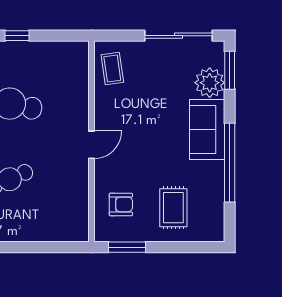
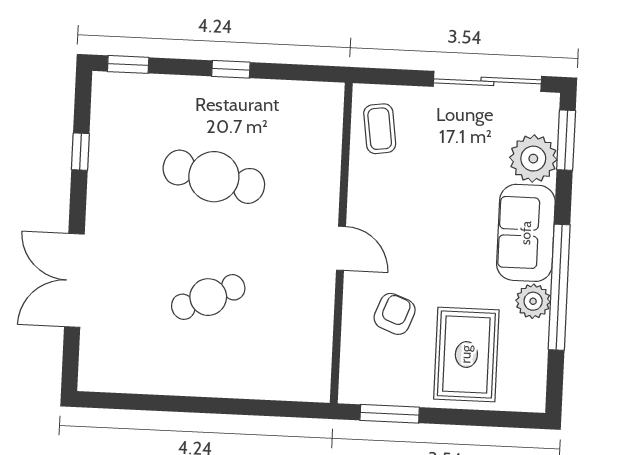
door: (92, 145) -> (341, 248), hinge flipped
plant: (214, 172) -> (533, 301), added
armchair: (121, 204) -> (395, 314), moved, turned -69
rug: (173, 208) -> (466, 354), width x1.36, depth x1.43

